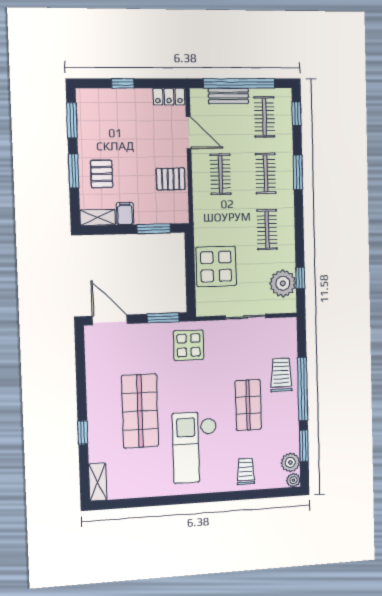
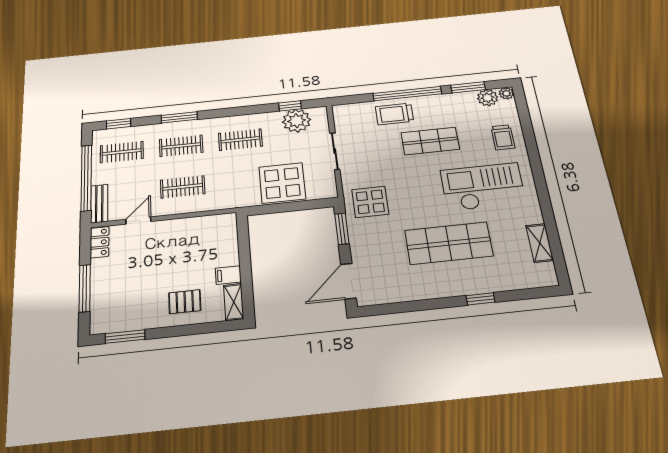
window: (123, 83) -> (85, 288), width x2.17
bench: (228, 96) -> (99, 204), moved
door: (189, 133) -> (138, 220), width x0.73
window: (74, 171) -> (182, 330), removed
pallet: (171, 179) -> (189, 233), removed
window: (154, 229) -> (244, 246), removed
checkout: (195, 447) -> (483, 187), turned 180
trolley: (246, 471) -> (503, 137), turned -90
shelving: (98, 482) -> (540, 243), moved, turned 90

